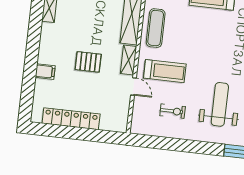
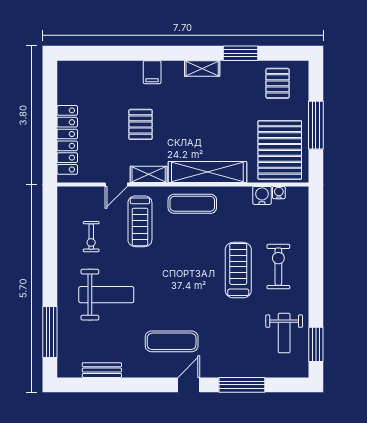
filing cabinet: (45, 72) -> (152, 72), moved
locker: (71, 119) -> (67, 140), moved

